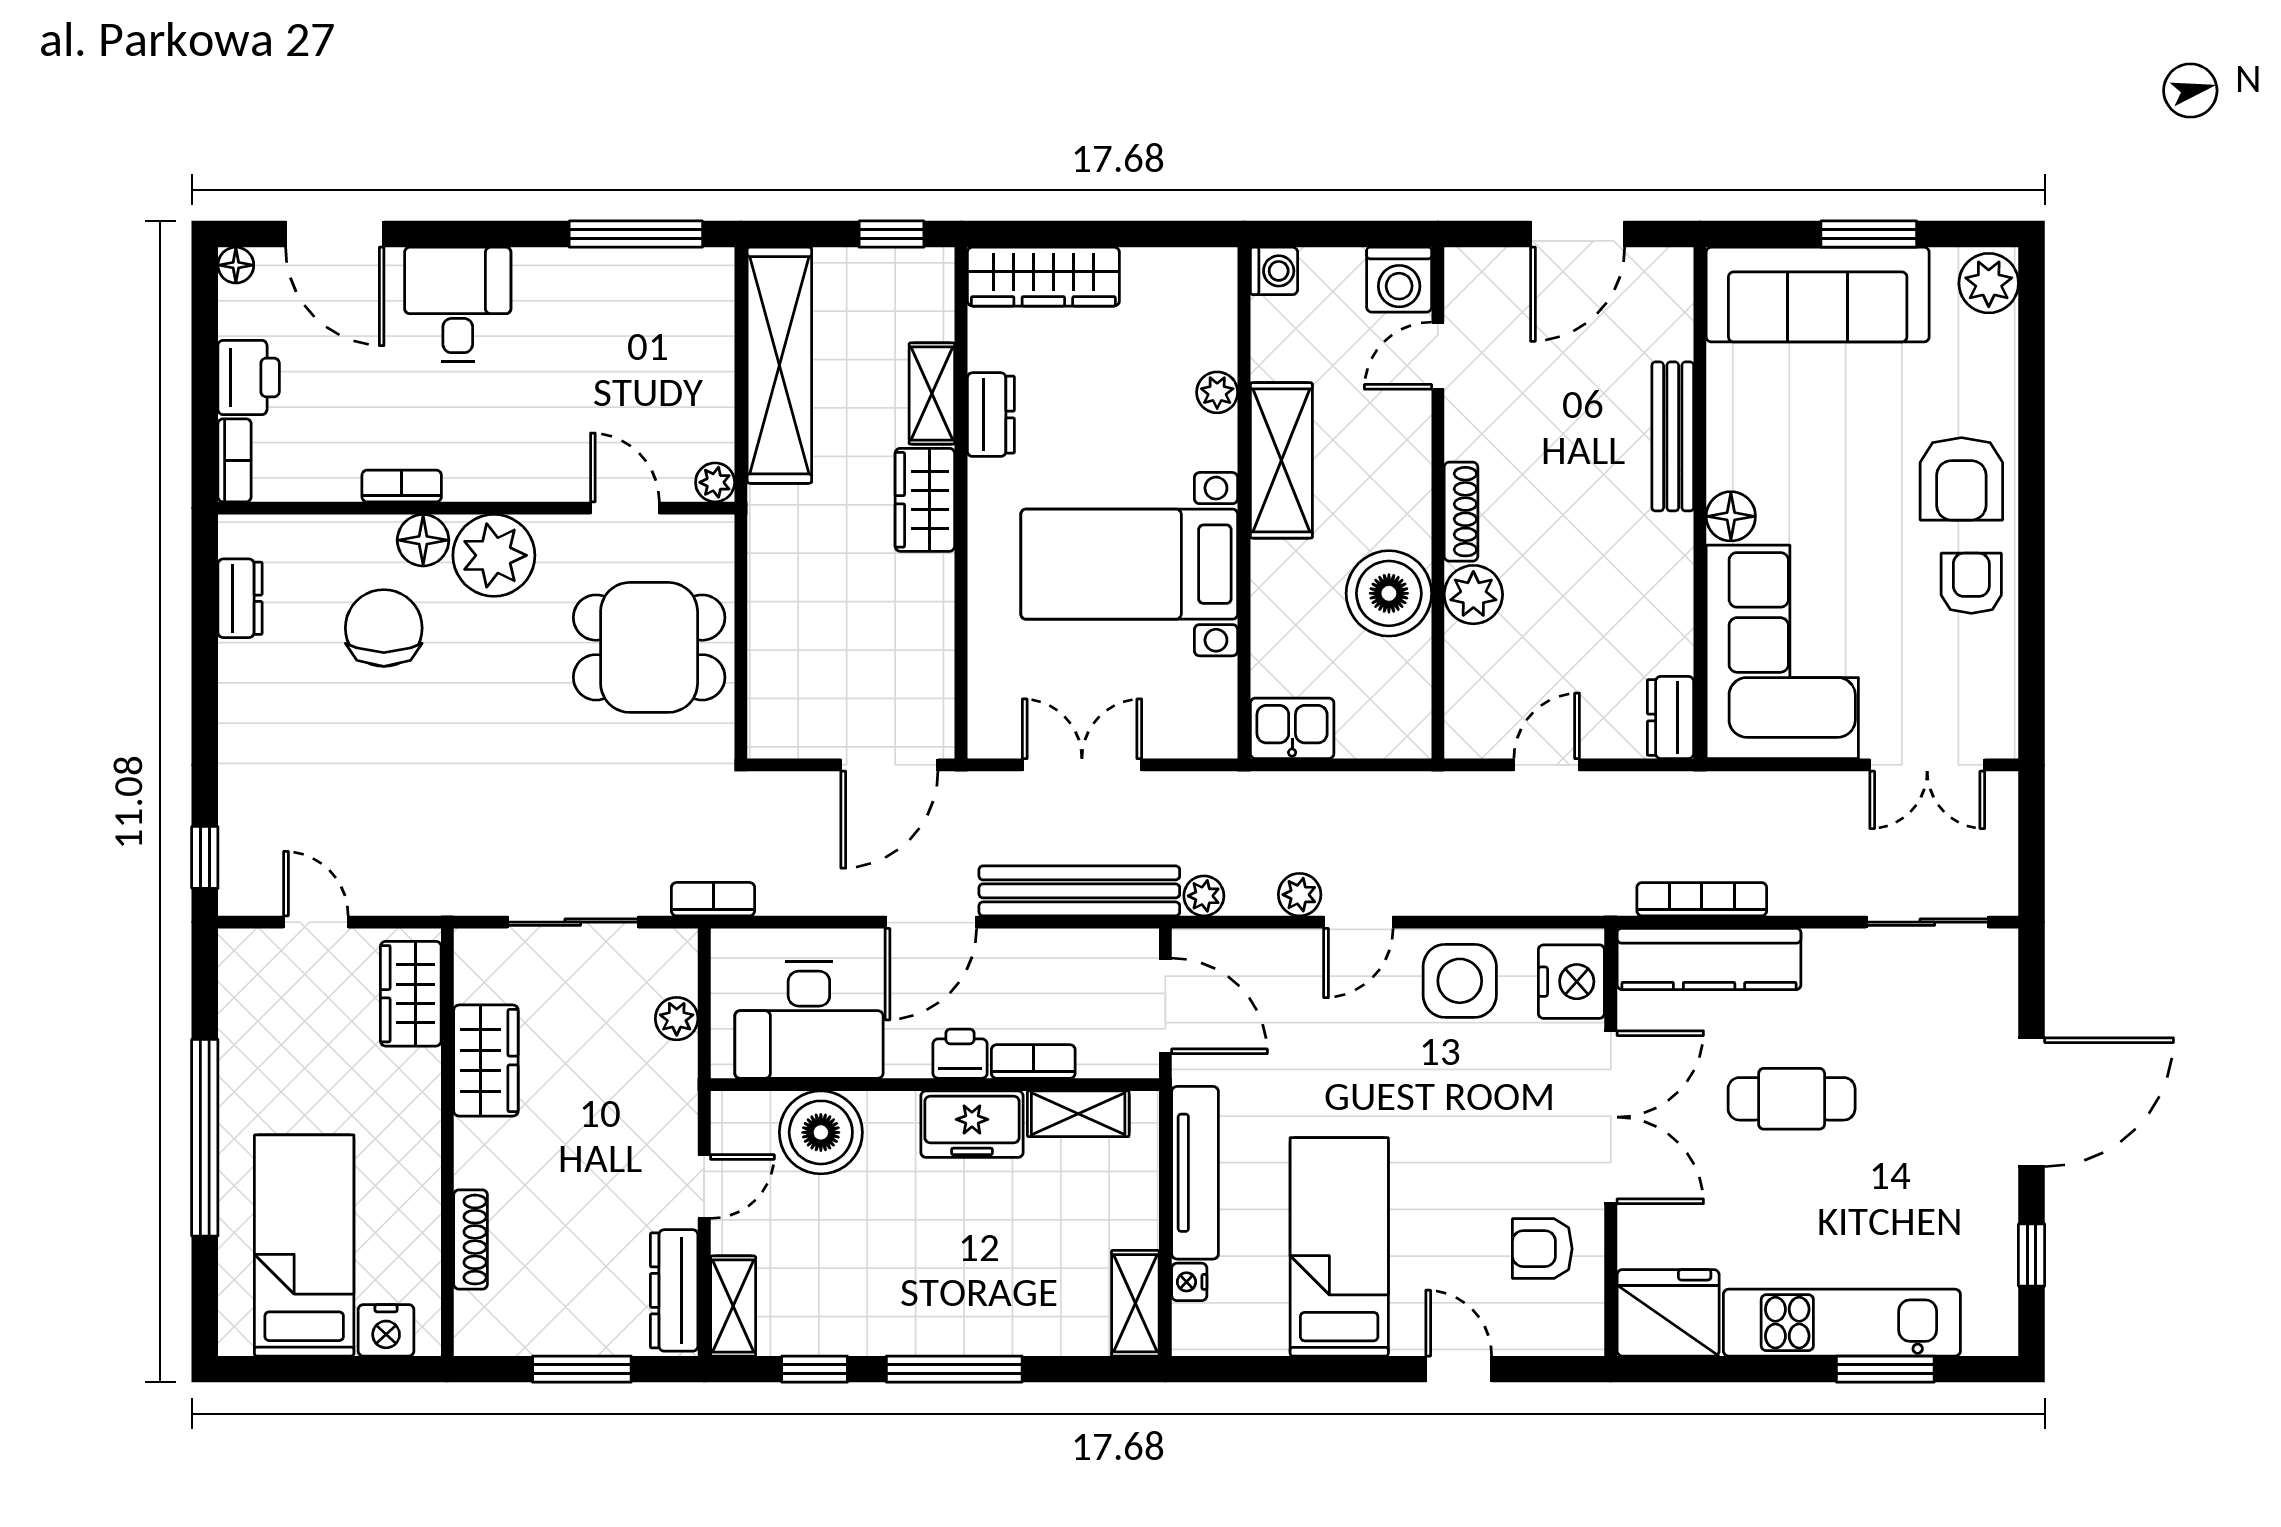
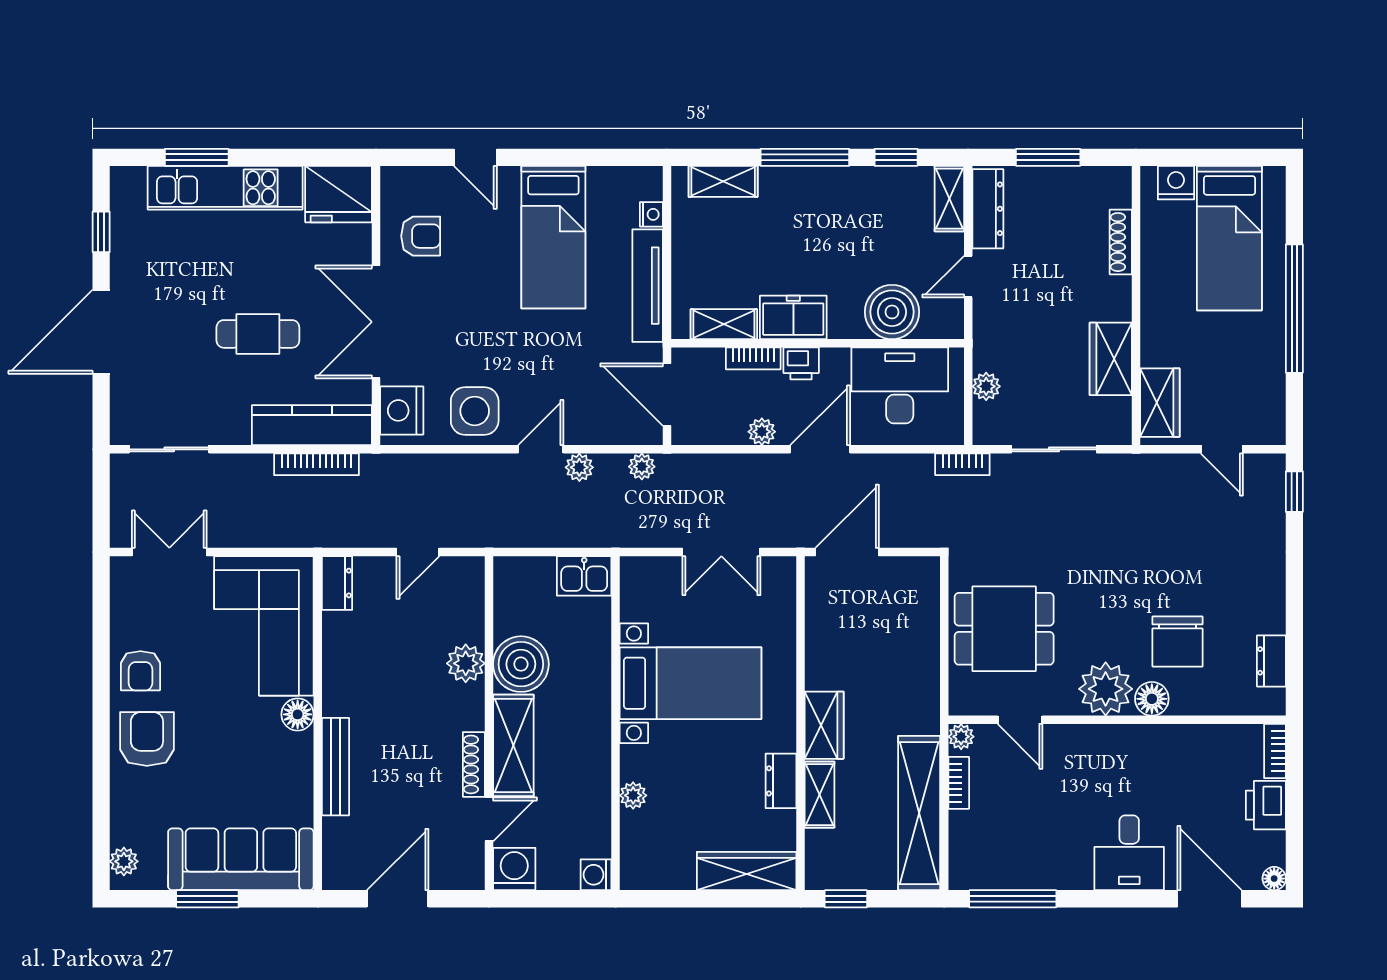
plant: (1989, 283) -> (124, 861), width x0.73, depth x0.73
shelving: (1281, 460) -> (513, 745), moved
bookcase: (402, 486) -> (959, 783), moved, turned -90
shoe rack: (1461, 512) -> (474, 764), moved
bench: (1079, 891) -> (723, 470), removed
plant: (1020, 949) -> (762, 432), added
shelving: (1135, 1303) -> (723, 181), moved, turned 90

